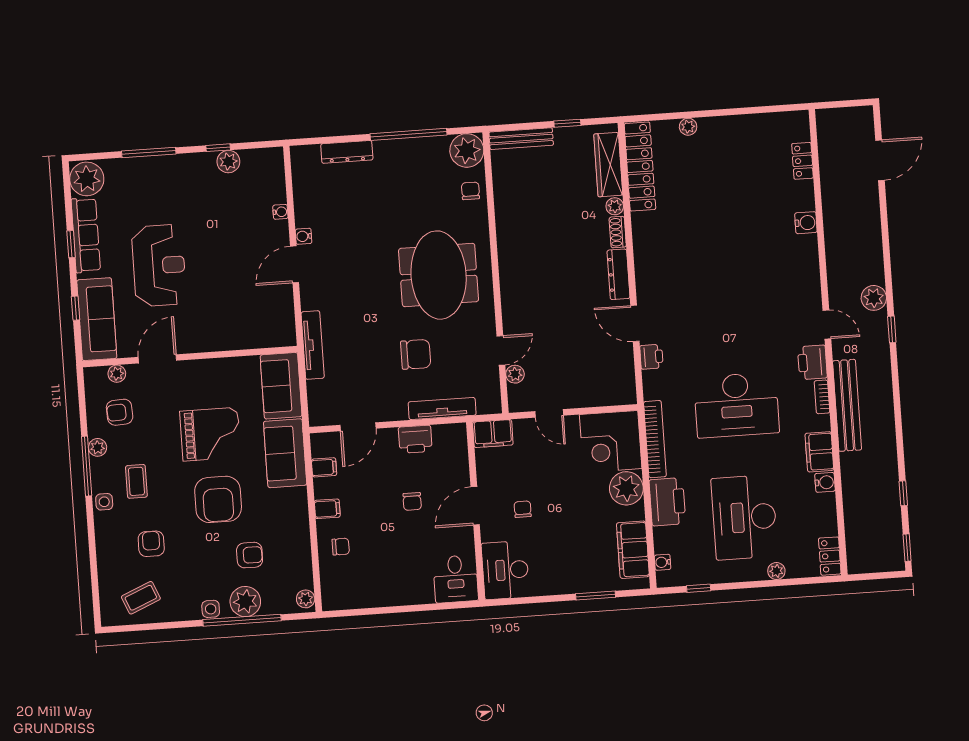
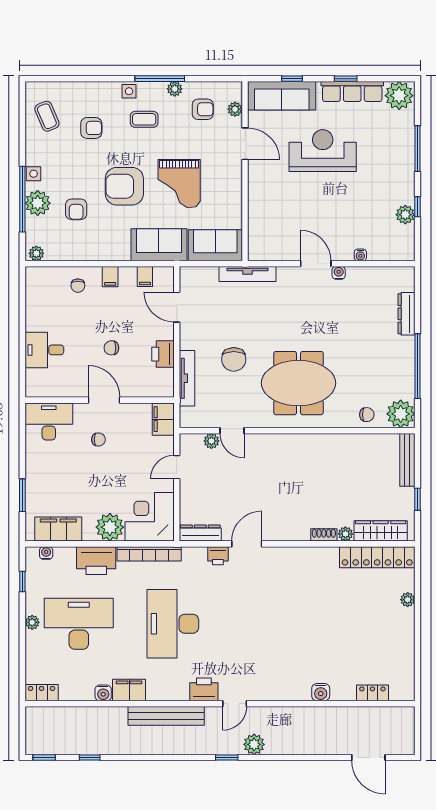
reception desk: (159, 266) -> (323, 151), turned 180
dresser: (618, 274) -> (200, 533), moved
bookcase: (822, 397) -> (175, 695), removed
armchair: (120, 412) -> (203, 109), turned 93
plant: (776, 571) -> (32, 622), moved
desk: (456, 579) -> (44, 350), moved

